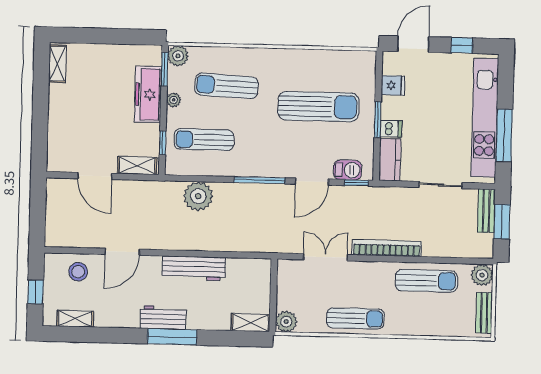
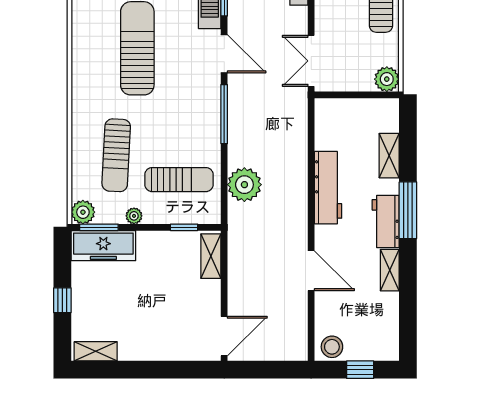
window: (102, 36) -> (62, 300), added
freezer: (148, 94) -> (103, 246), moved
sun lounger: (204, 140) -> (179, 180), turned -90
door: (95, 176) -> (224, 336), moved
double door: (325, 257) -> (311, 61), moved
stool: (78, 272) -> (332, 347), moved
shelving: (75, 319) -> (390, 270), moved
shelving: (251, 323) -> (389, 156), moved

